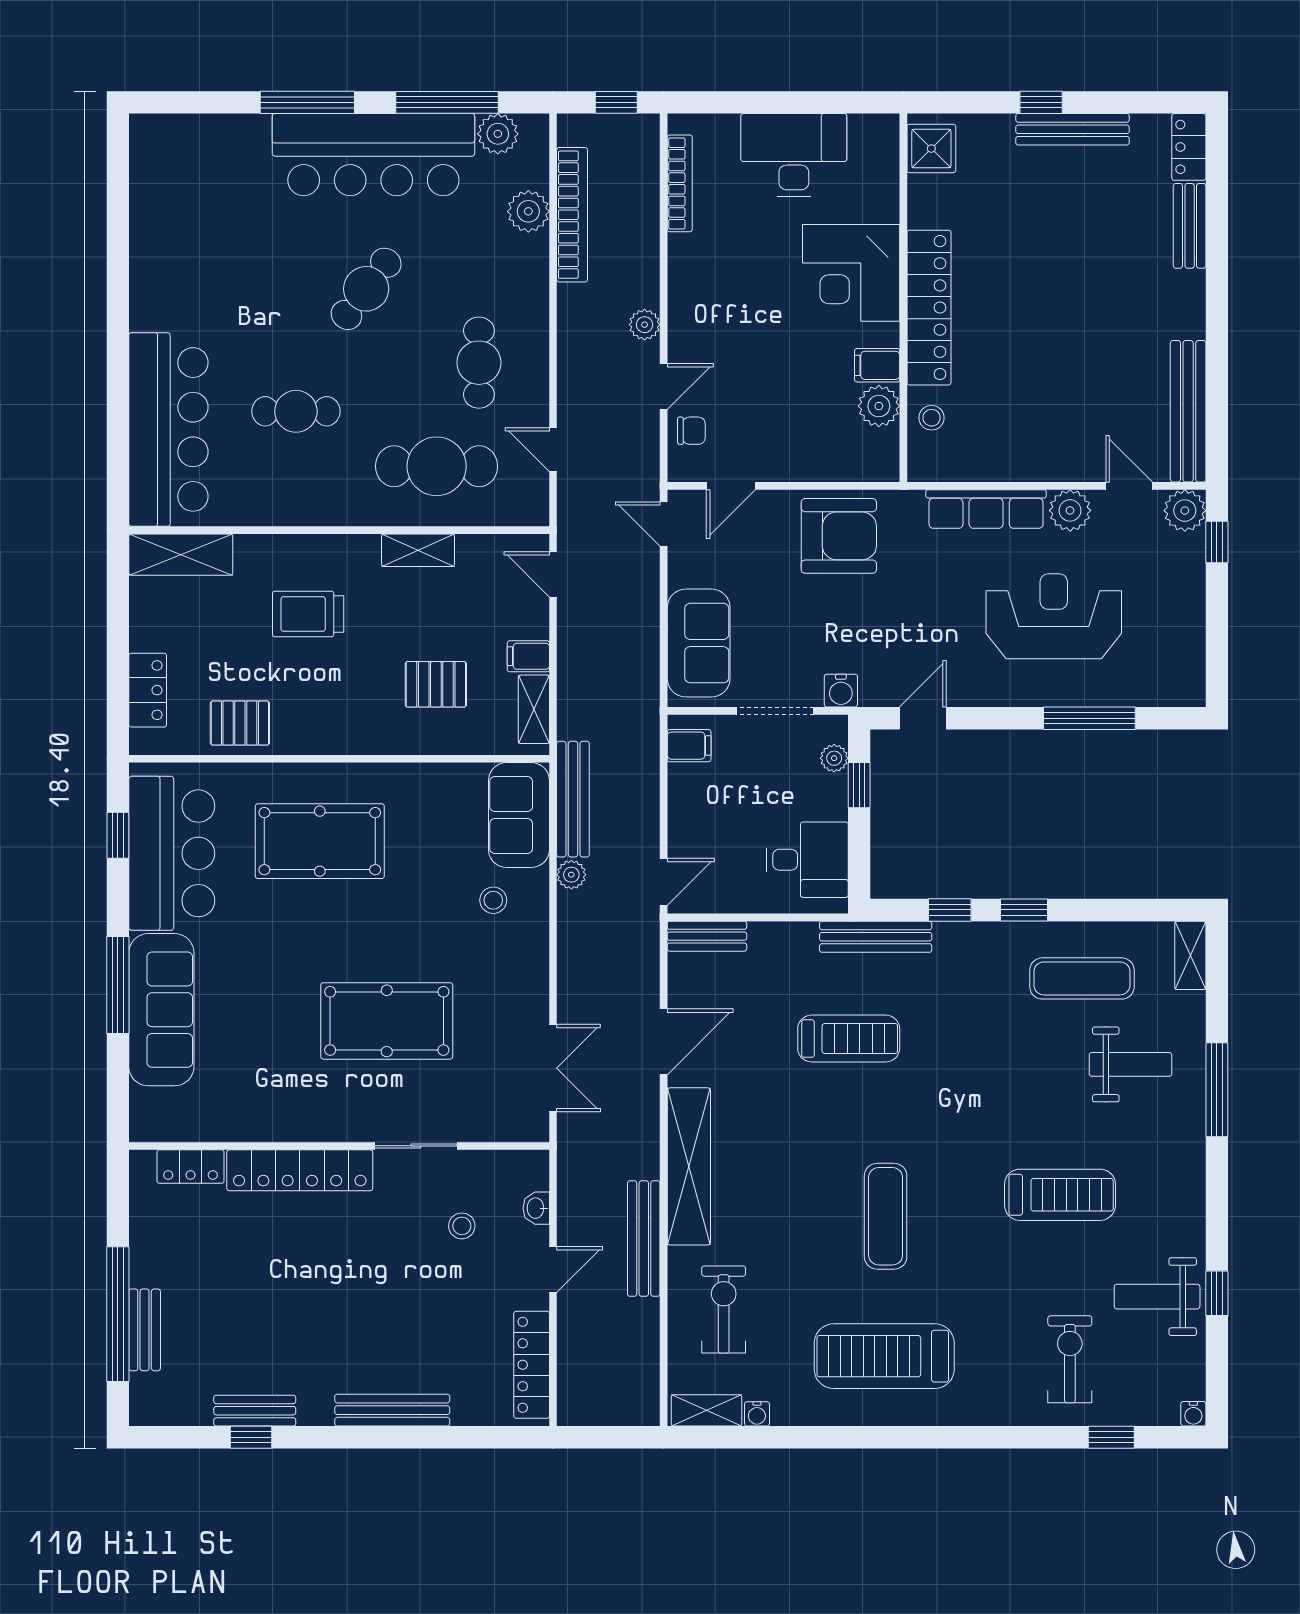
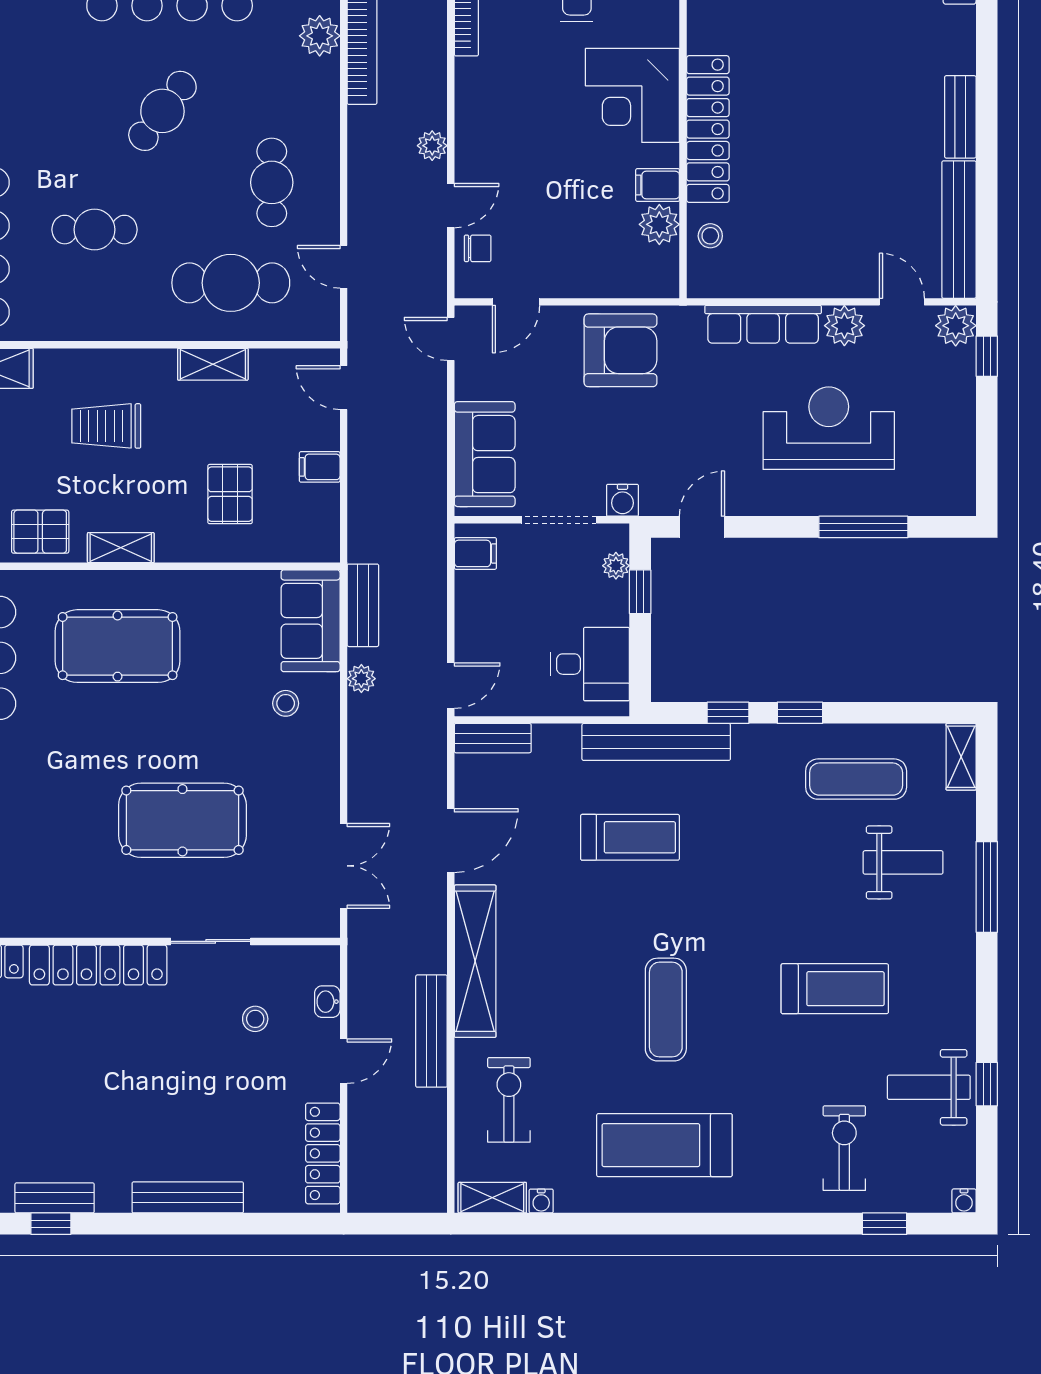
bench: (1190, 226) -> (960, 117), moved
pallet: (436, 684) -> (230, 494), turned 90
shelving: (534, 709) -> (121, 548), moved, turned 90
bench: (573, 799) -> (363, 605), width x0.73
bench: (876, 937) -> (656, 742), width x1.37, depth x1.21

